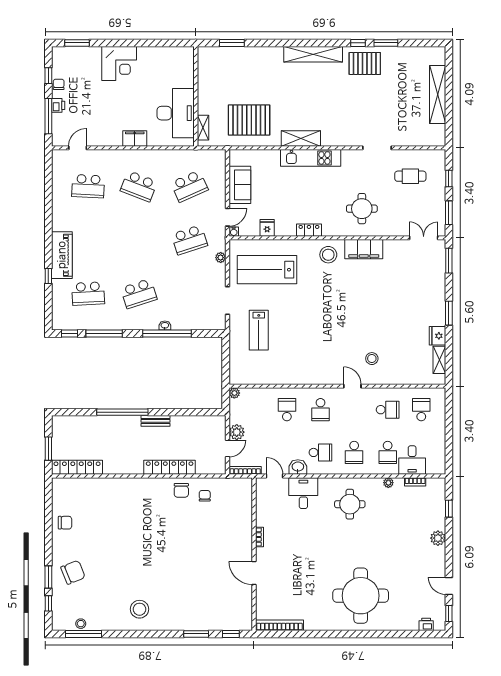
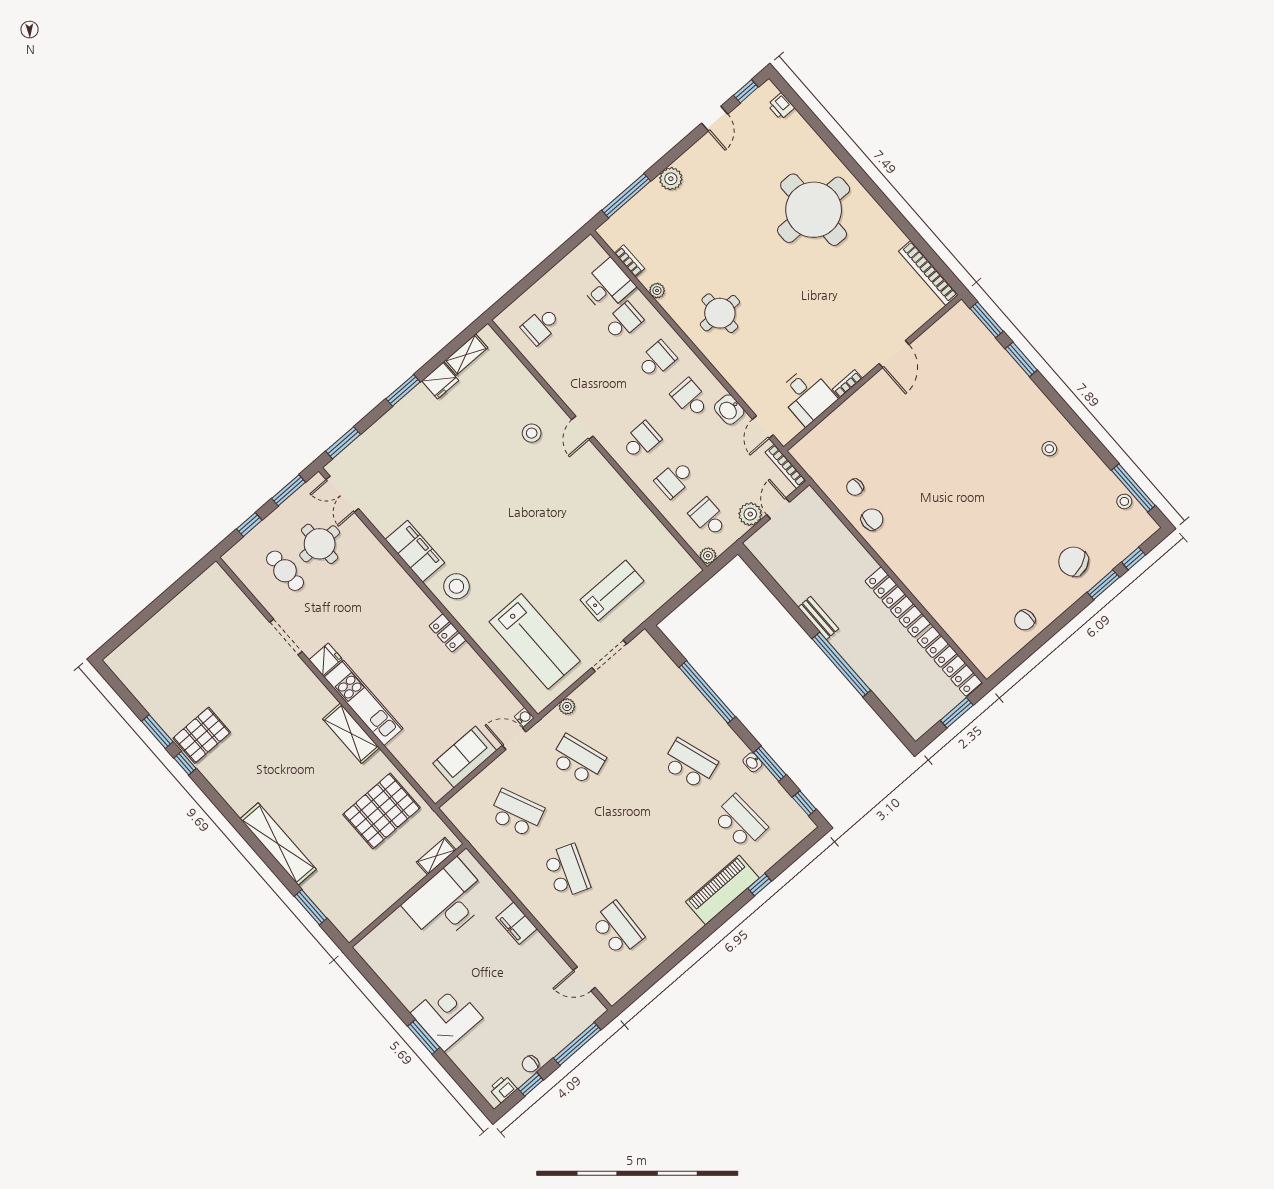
window: (77, 43) -> (424, 1037), moved
shelving: (313, 54) -> (278, 844), moved
pallet: (365, 63) -> (202, 735), turned 90
shelving: (438, 95) -> (165, 621), removed
printer: (58, 105) -> (503, 1089), moved
pallet: (249, 120) -> (382, 811), turned 90
round table: (362, 209) -> (320, 544), moved
fridge: (267, 228) -> (326, 659), moved, turned 180
washbasin: (165, 326) -> (752, 762), moved
window: (104, 334) -> (770, 764), width x0.69
school desk: (388, 410) -> (708, 517), moved
door: (227, 448) -> (778, 508), hinge flipped
locker: (170, 467) -> (898, 602), moved
desk: (303, 493) -> (807, 396), moved, turned -90
window: (449, 509) -> (626, 196), width x2.17
chair: (65, 523) -> (1025, 620), turned -97
stool: (140, 609) -> (1049, 449), width x0.53, depth x0.53
window: (231, 634) -> (987, 320), width x1.50

